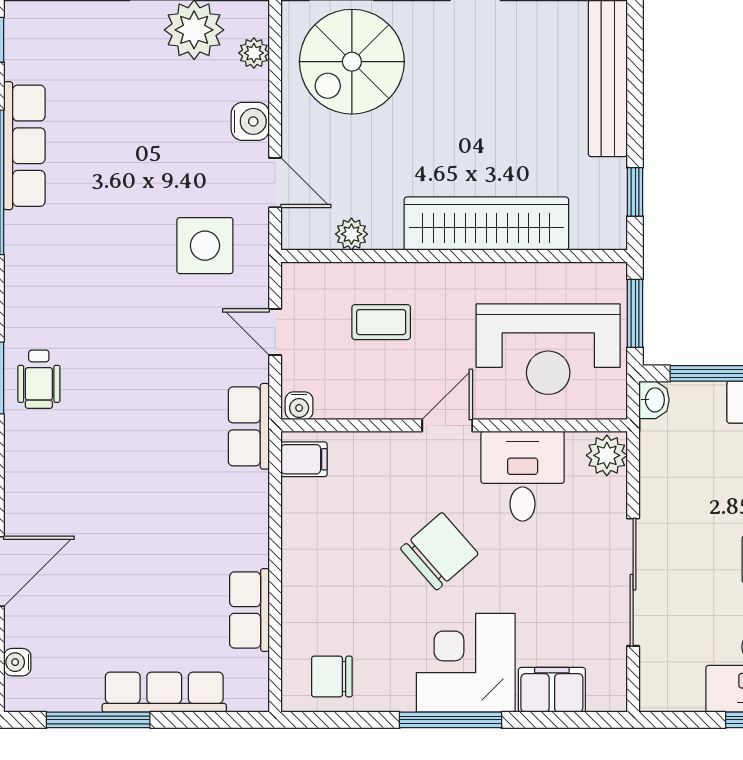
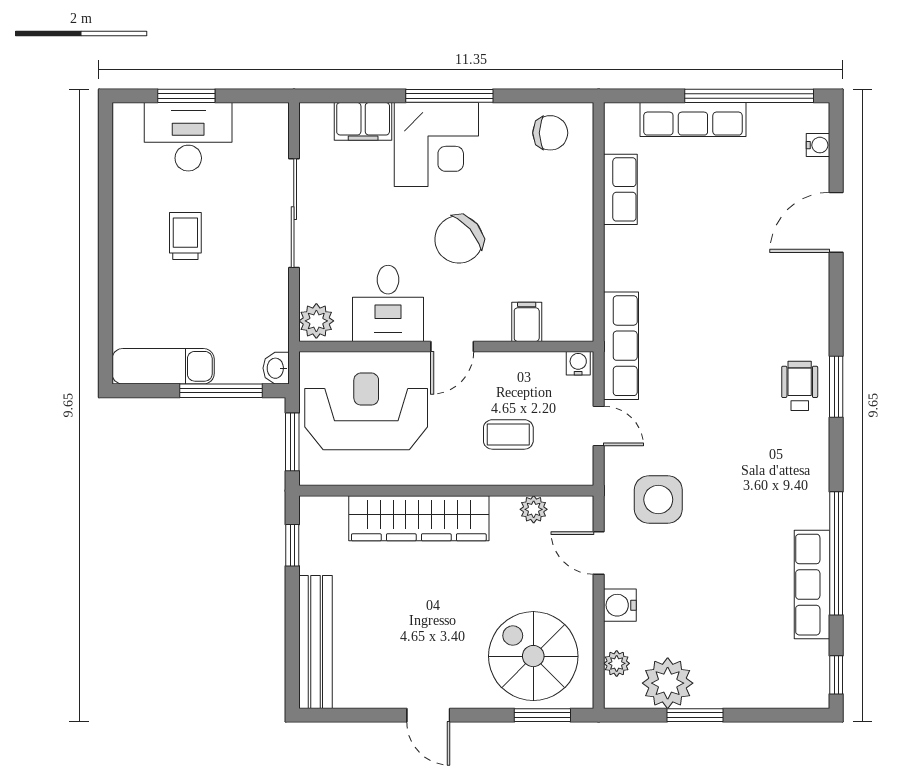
spiral stairs: (352, 62) -> (533, 656), turned -90
row of seats: (249, 426) -> (621, 346), width x1.48
filing cabinet: (304, 459) -> (527, 322), moved, turned 90
window: (98, 720) -> (749, 96), width x1.46

